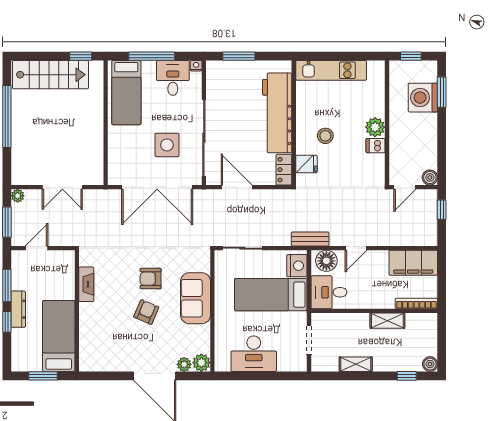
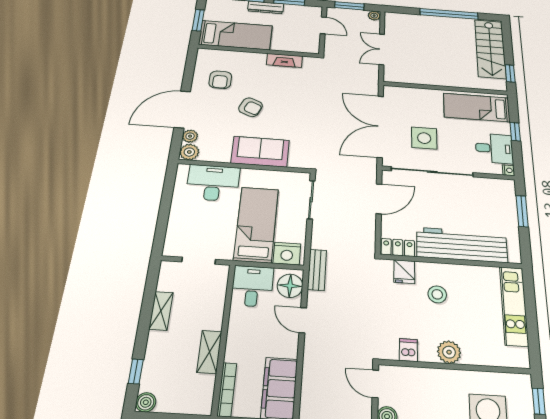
window: (152, 56) -> (515, 132), width x0.46
dishwasher: (376, 146) -> (408, 350), moved
armchair: (151, 279) -> (220, 80), moved, turned 180
desk: (254, 354) -> (213, 183), moved, turned 90

